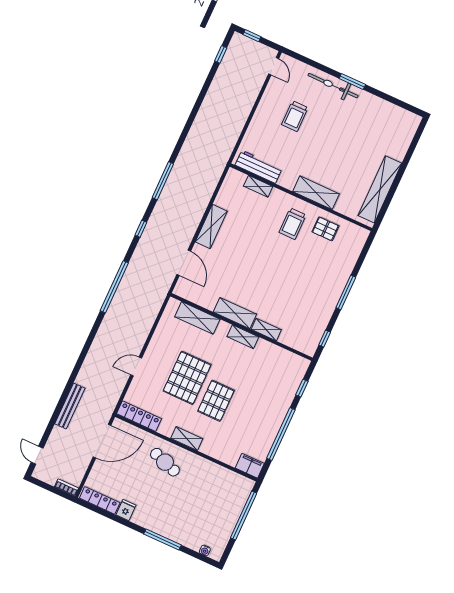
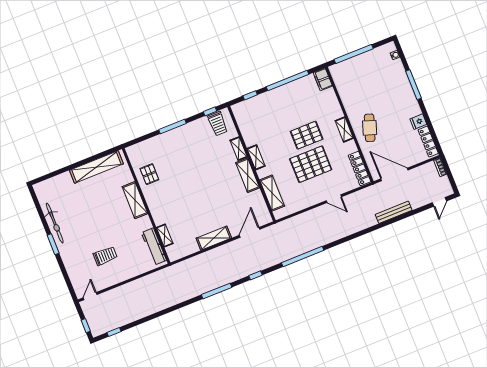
bicycle: (333, 86) -> (55, 223), moved
trolley: (293, 224) -> (218, 124), moved, turned 90

